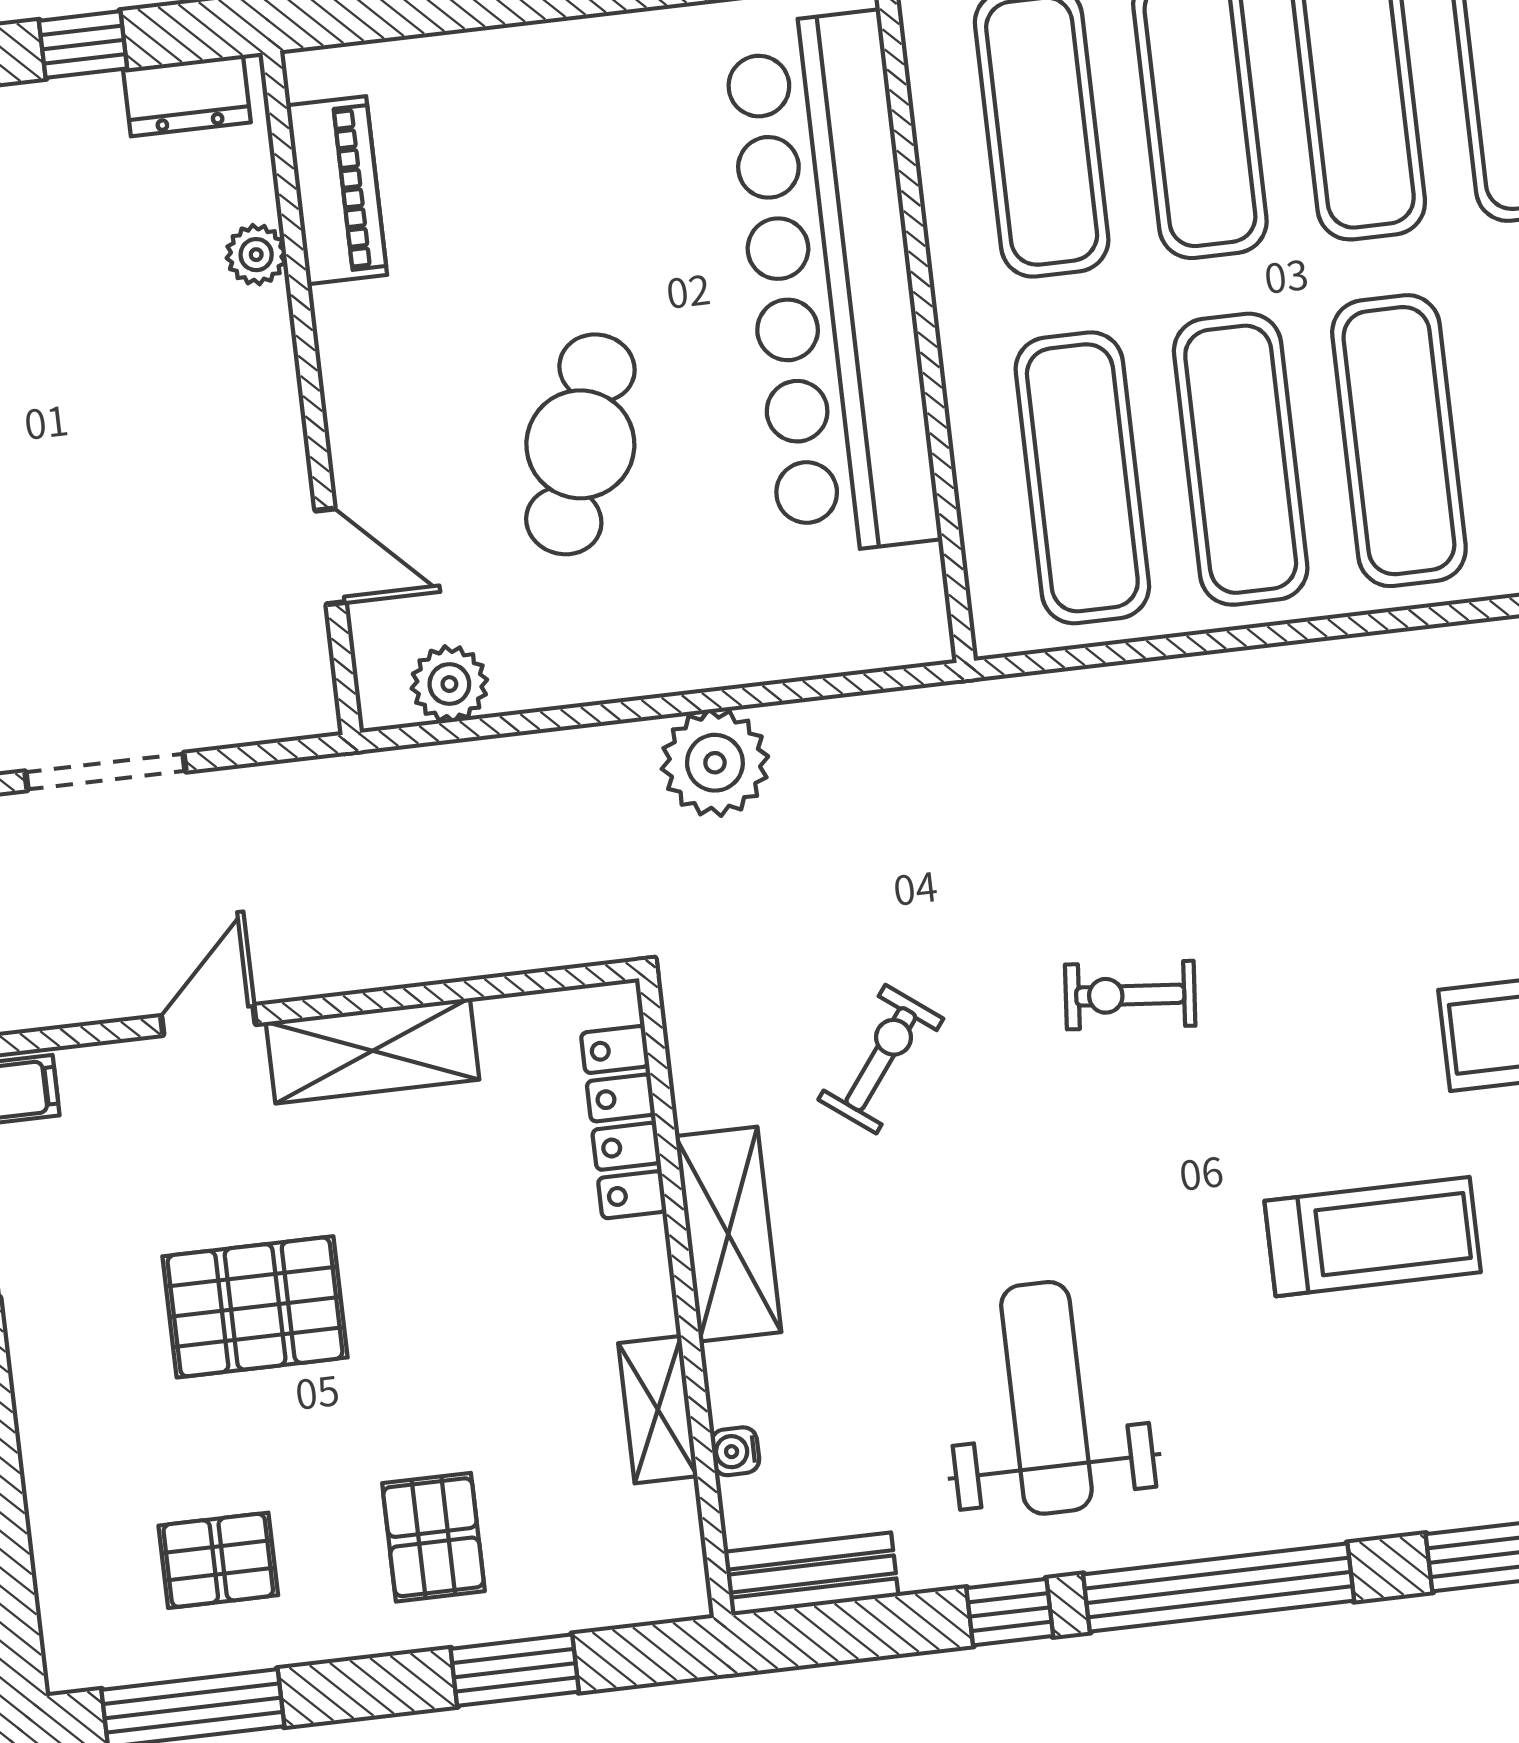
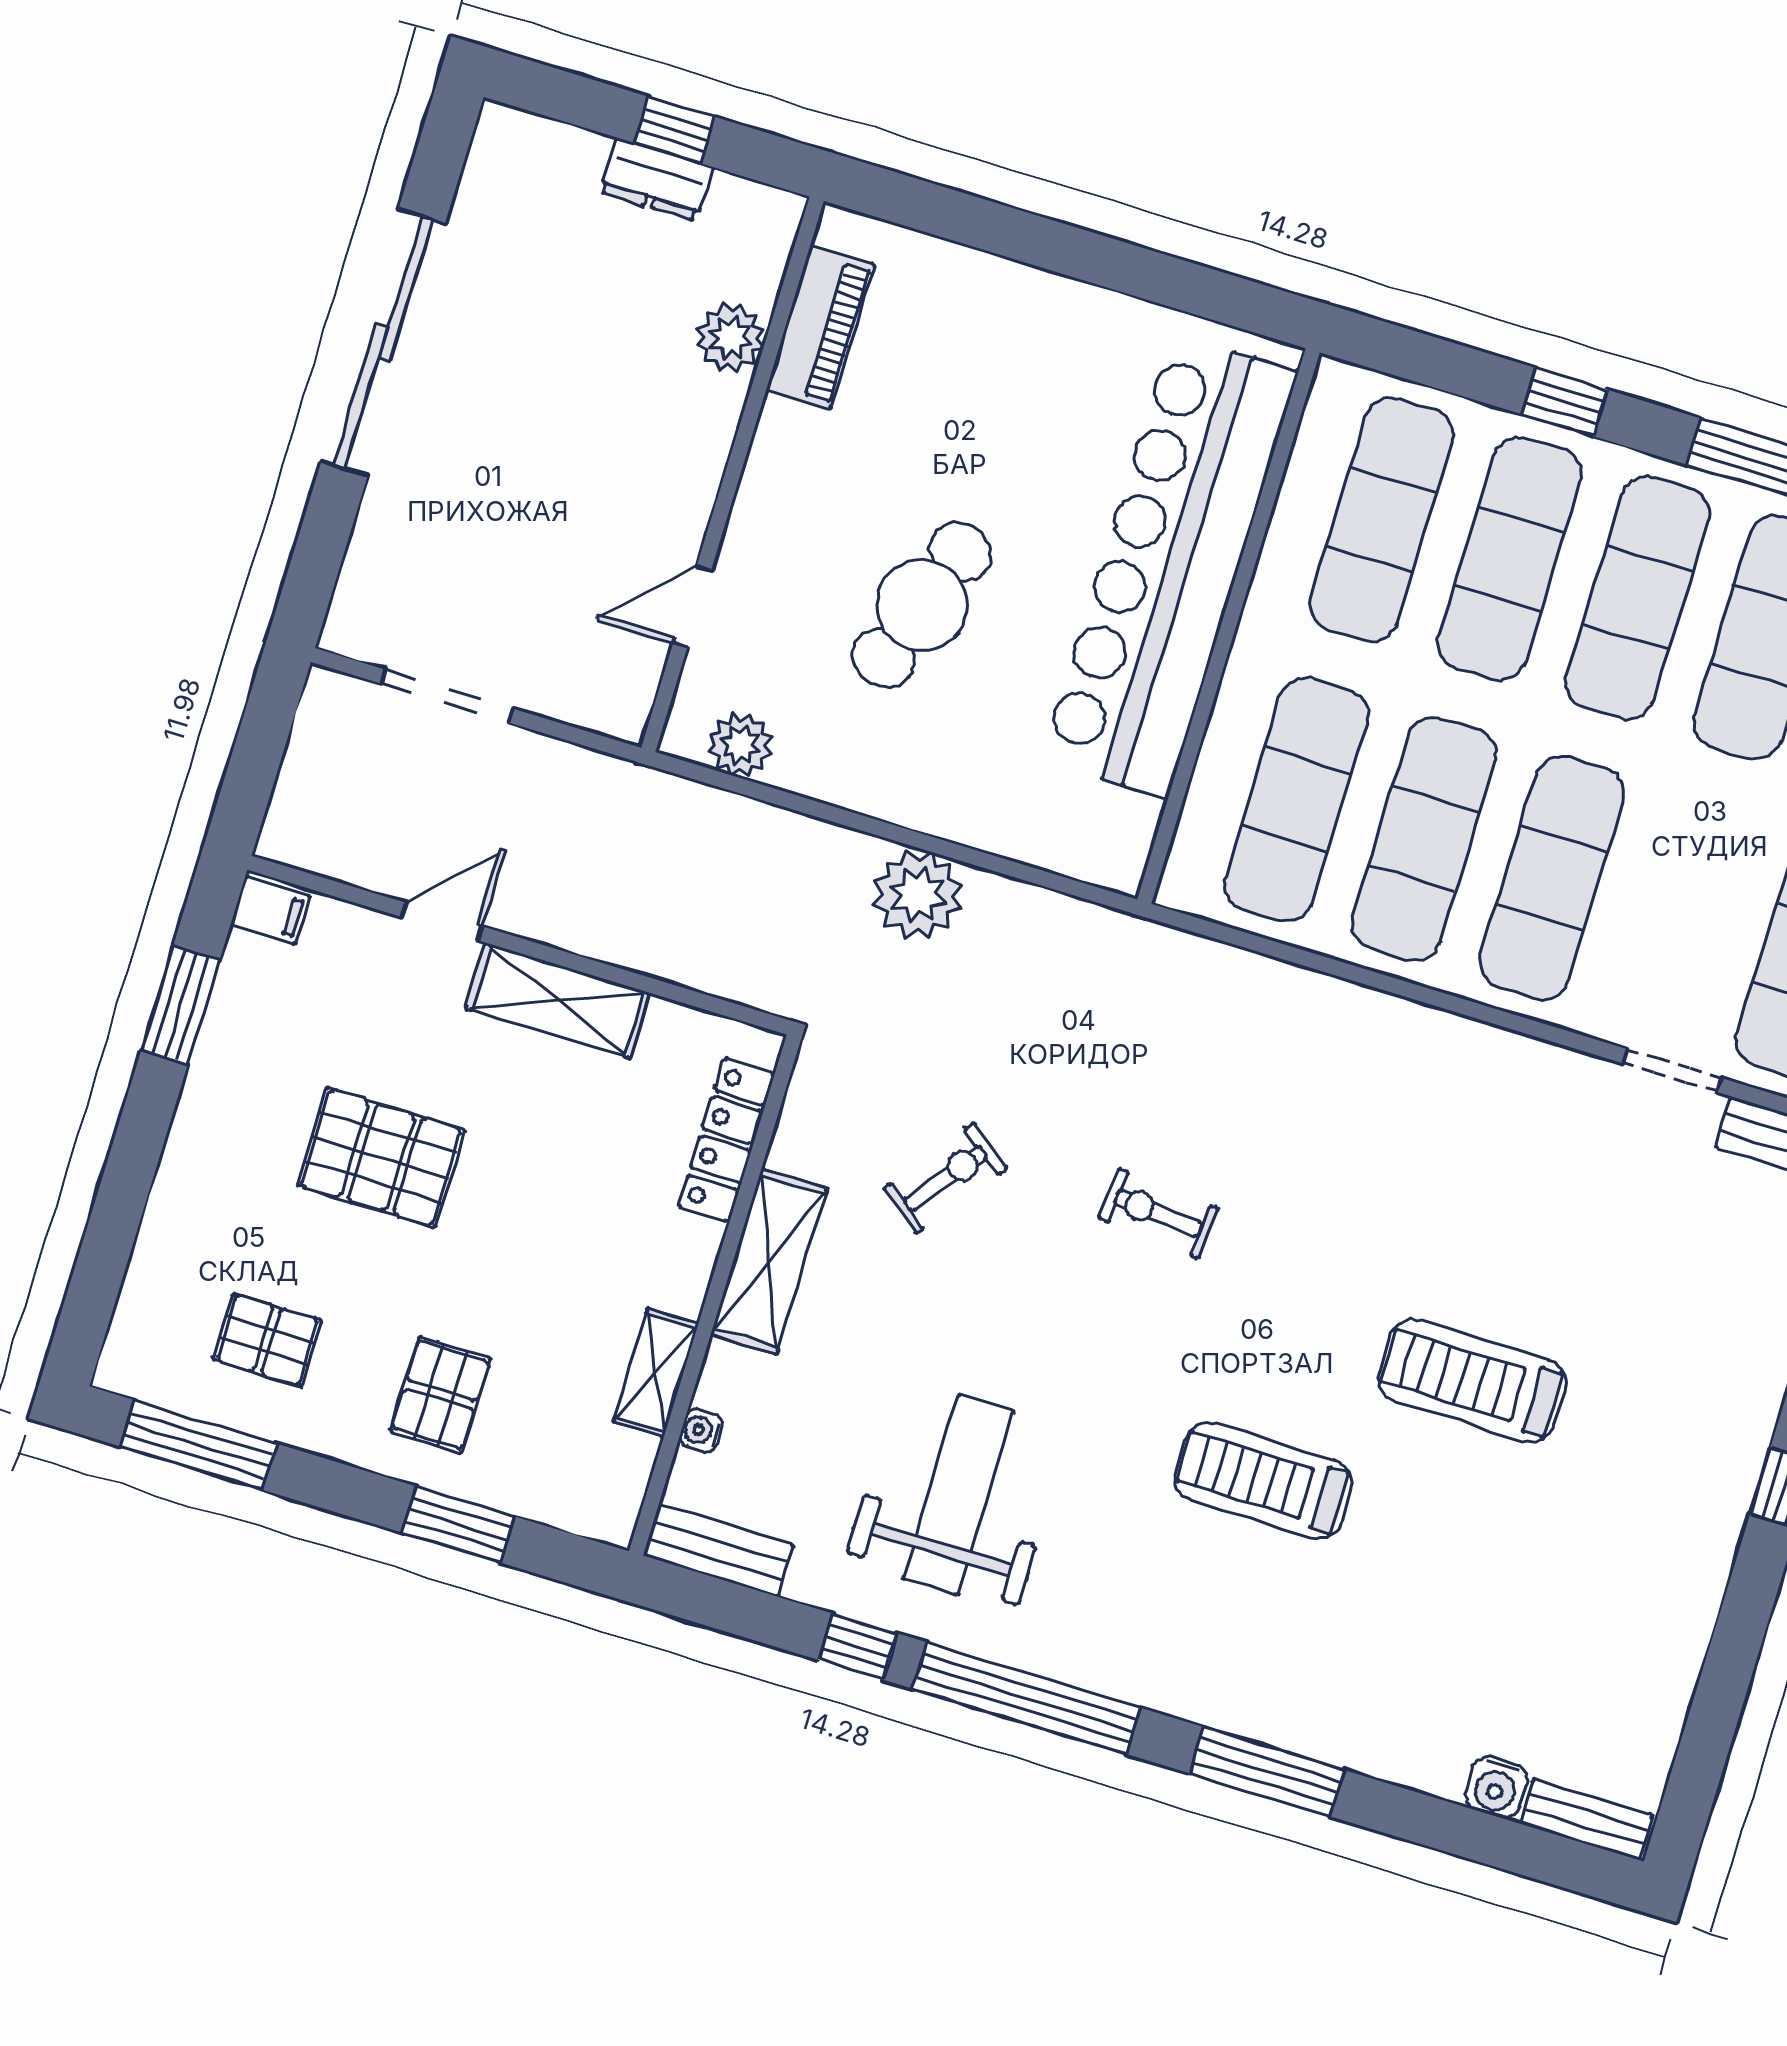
dresser: (187, 96) -> (656, 179), moved
plant: (256, 255) -> (730, 338), width x1.38, depth x1.38
door: (330, 556) -> (692, 607), swing flipped
treadmill: (1373, 1237) -> (1263, 1481), turned 180

